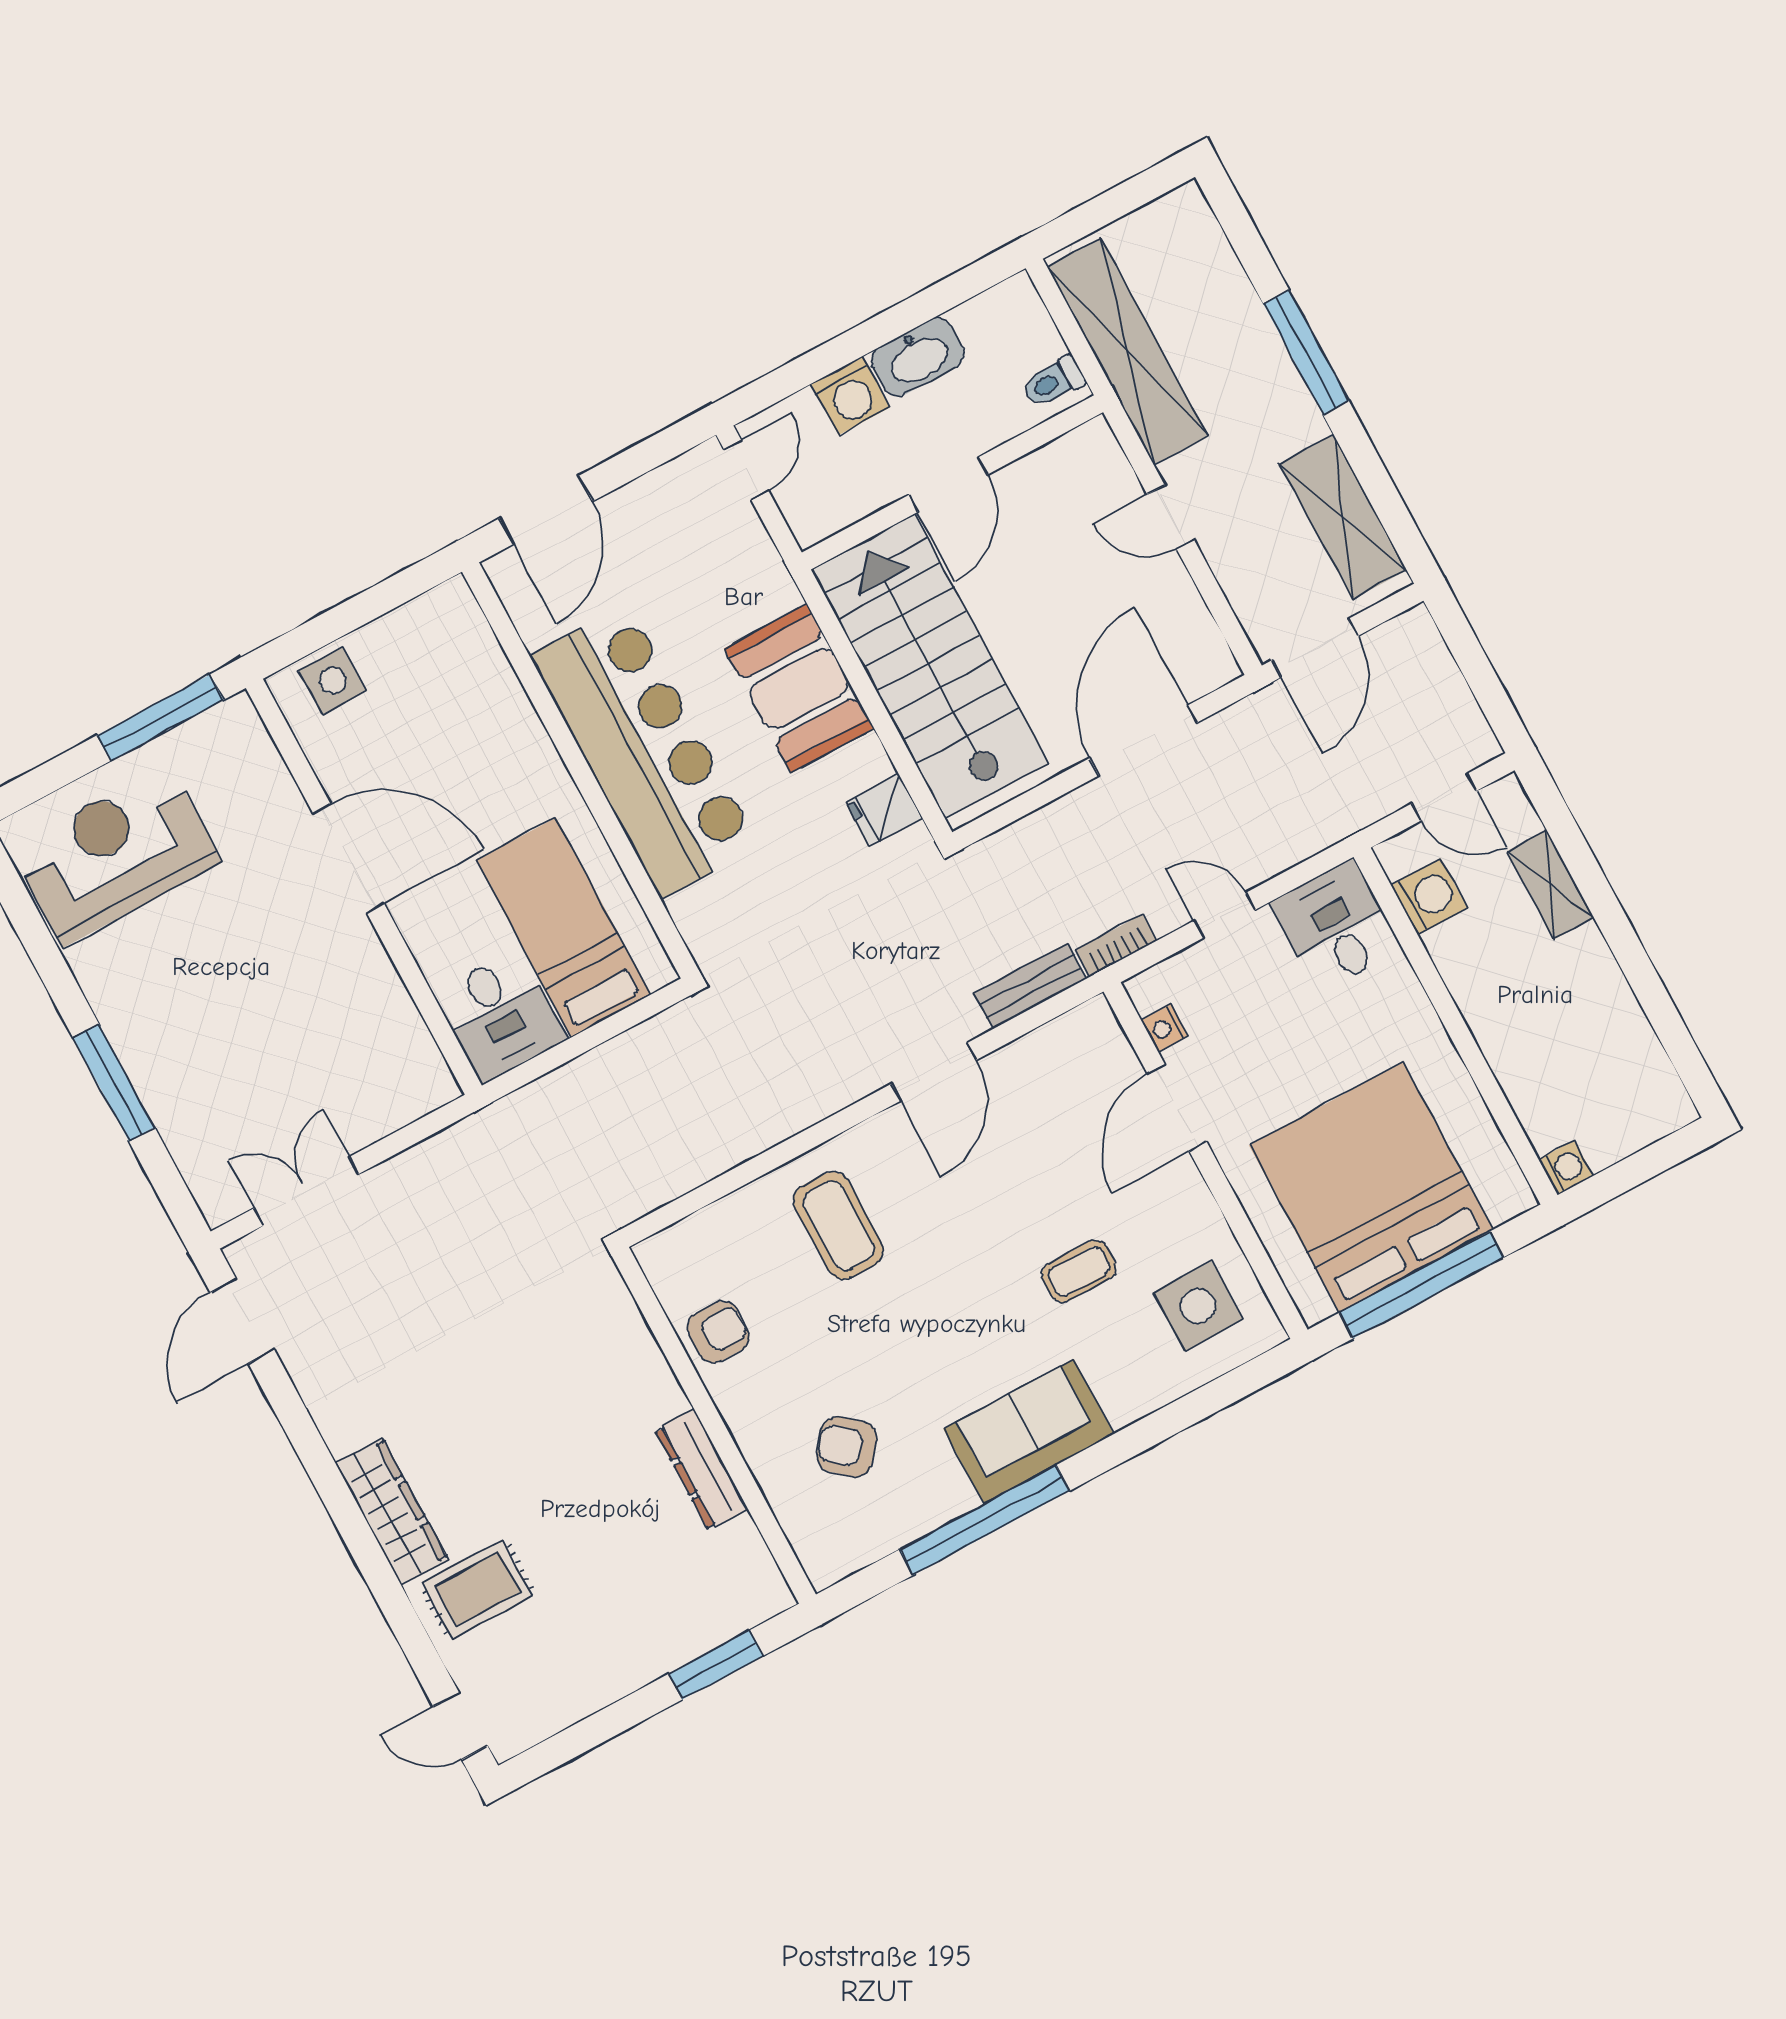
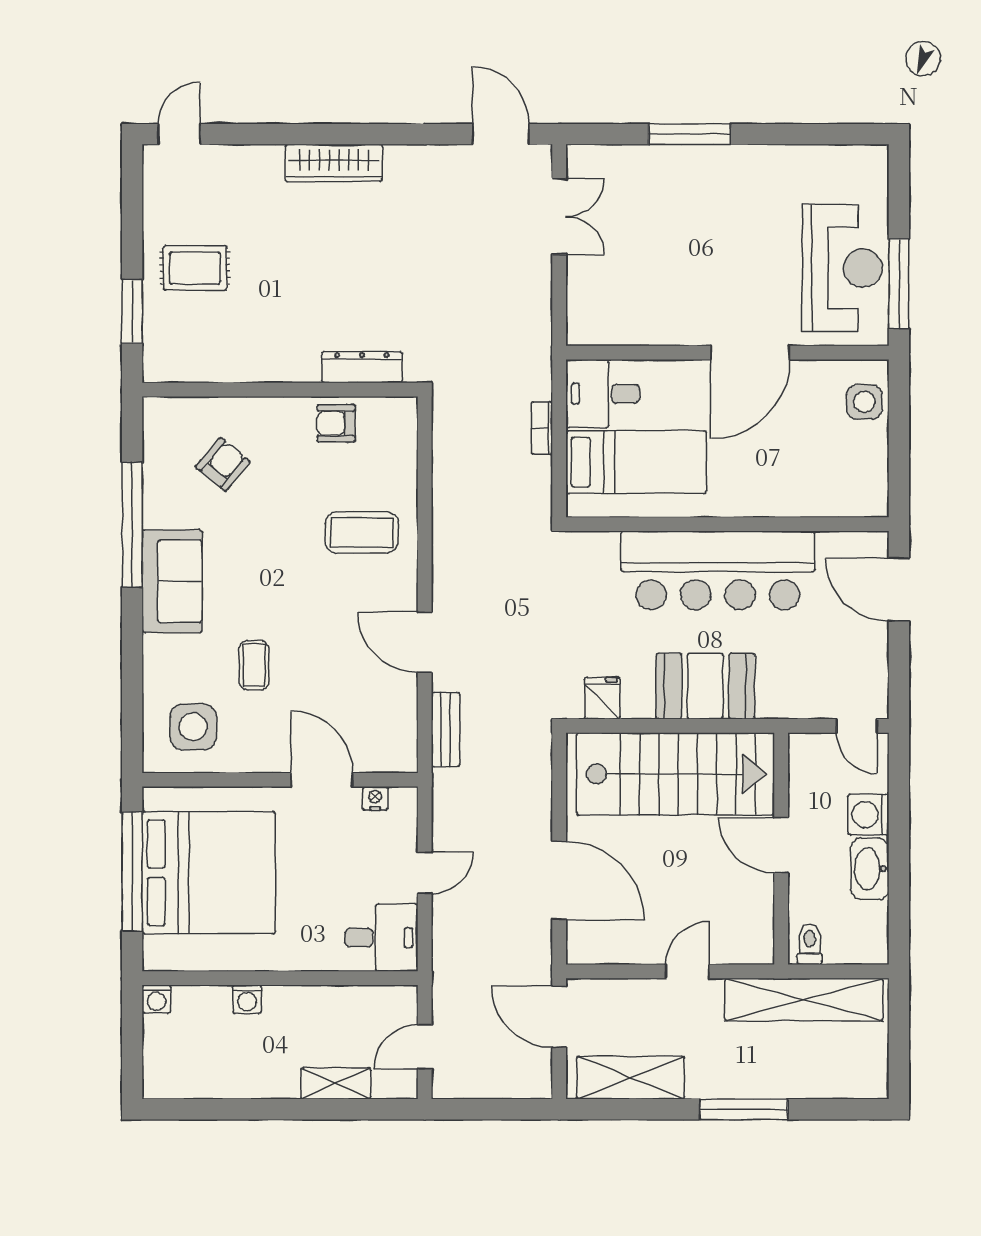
reception desk: (116, 855) -> (842, 268), moved
washing machine: (1429, 896) -> (247, 999), moved, width x0.73, depth x0.73
bookcase: (1116, 946) -> (542, 428), moved, turned 180
armchair: (718, 1332) -> (336, 423), turned 90
dresser: (701, 1470) -> (362, 367), moved
rug: (477, 1589) -> (195, 268), moved, turned 90

